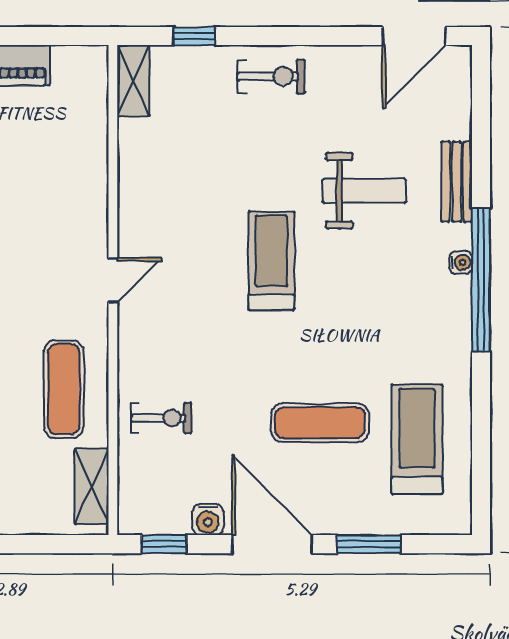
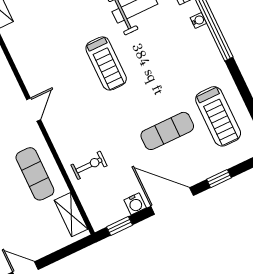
treadmill: (271, 261) -> (106, 63), turned 180
treadmill: (417, 439) -> (218, 116), turned 180
window: (369, 544) -> (219, 179), width x0.67

